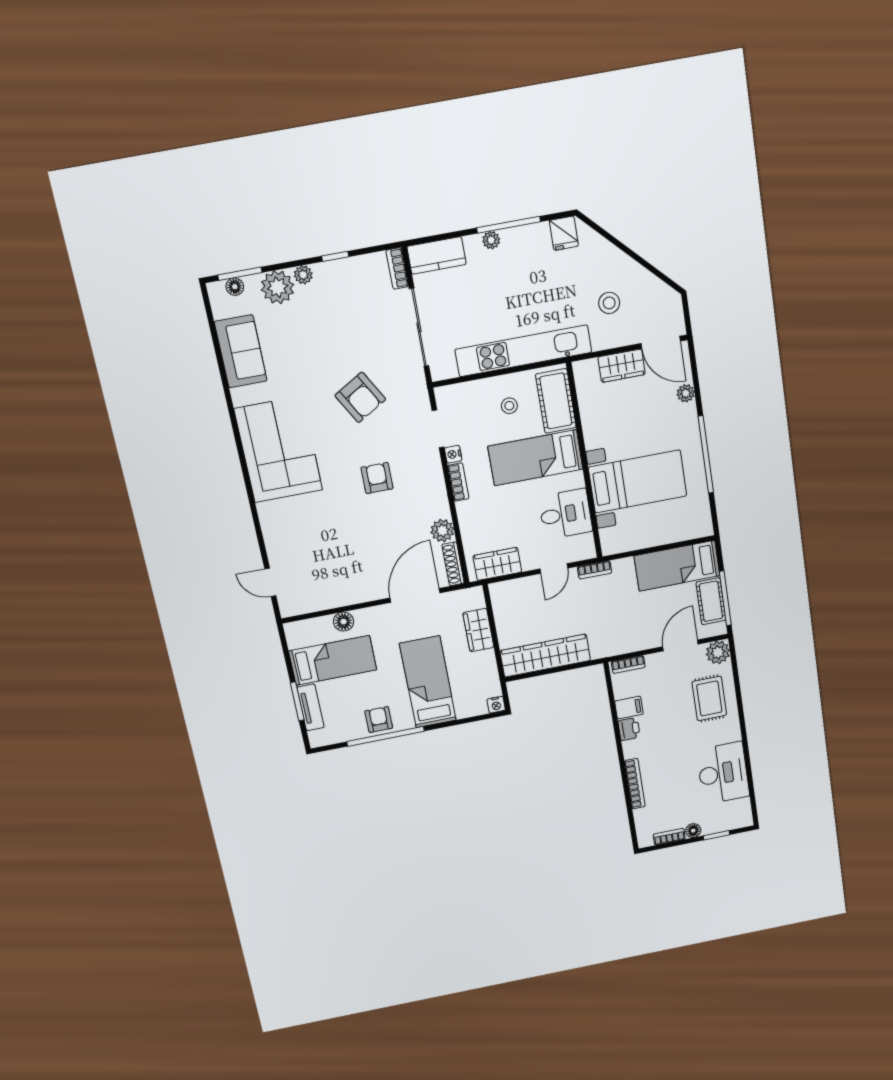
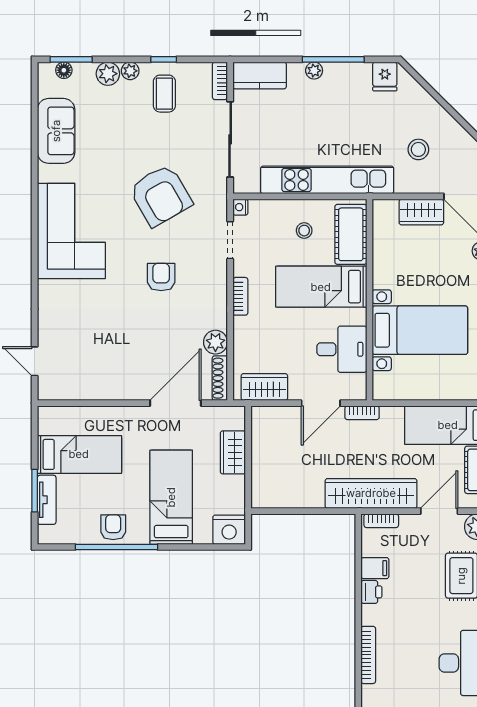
plant: (278, 287) -> (108, 74), width x0.73, depth x0.73
coffee table: (343, 292) -> (164, 94), added
armchair: (360, 397) -> (161, 195), width x1.36, depth x1.36
nightstand: (453, 454) -> (240, 207), moved
door: (554, 569) -> (321, 403), width x1.38
floor lamp: (344, 622) -> (99, 416), removed
wardrobe: (545, 656) -> (371, 493), moved
nightstand: (496, 705) -> (229, 530), width x1.89, depth x1.79

